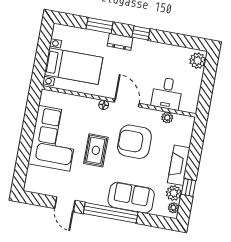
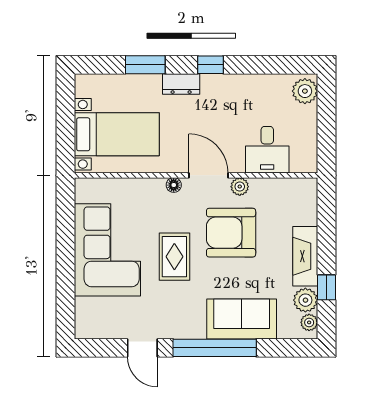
plant: (167, 118) -> (240, 187), moved

